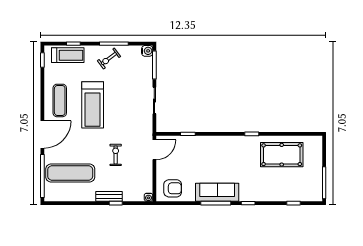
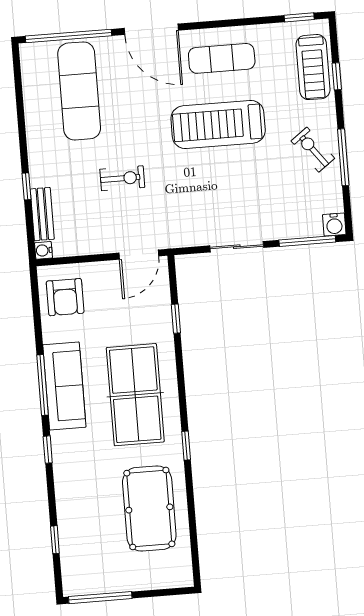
door: (154, 150) -> (139, 255), hinge flipped
table tennis table: (224, 157) -> (135, 395), added
bench: (109, 196) -> (42, 214), moved

